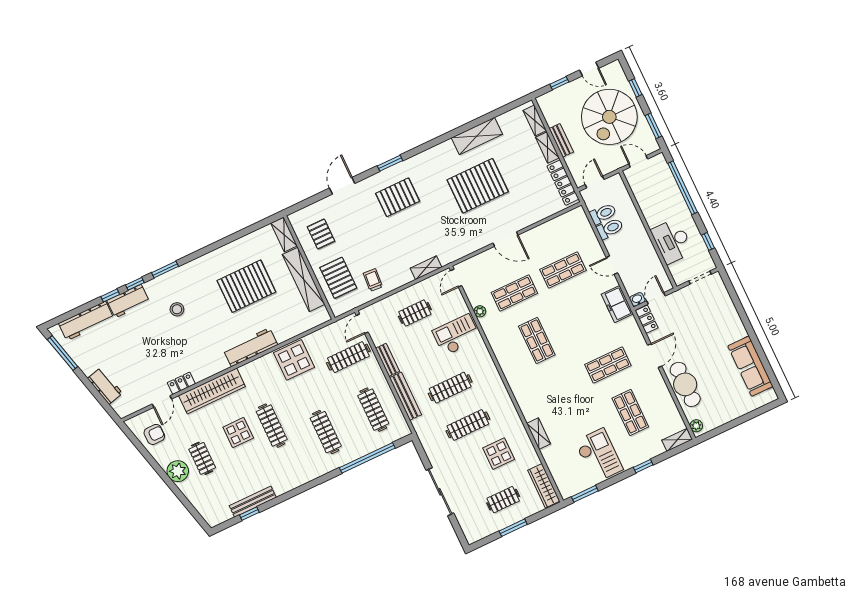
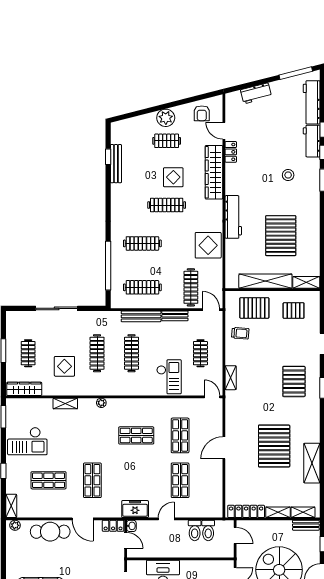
bench: (561, 140) -> (306, 525), moved
plant: (480, 311) -> (101, 403), moved

